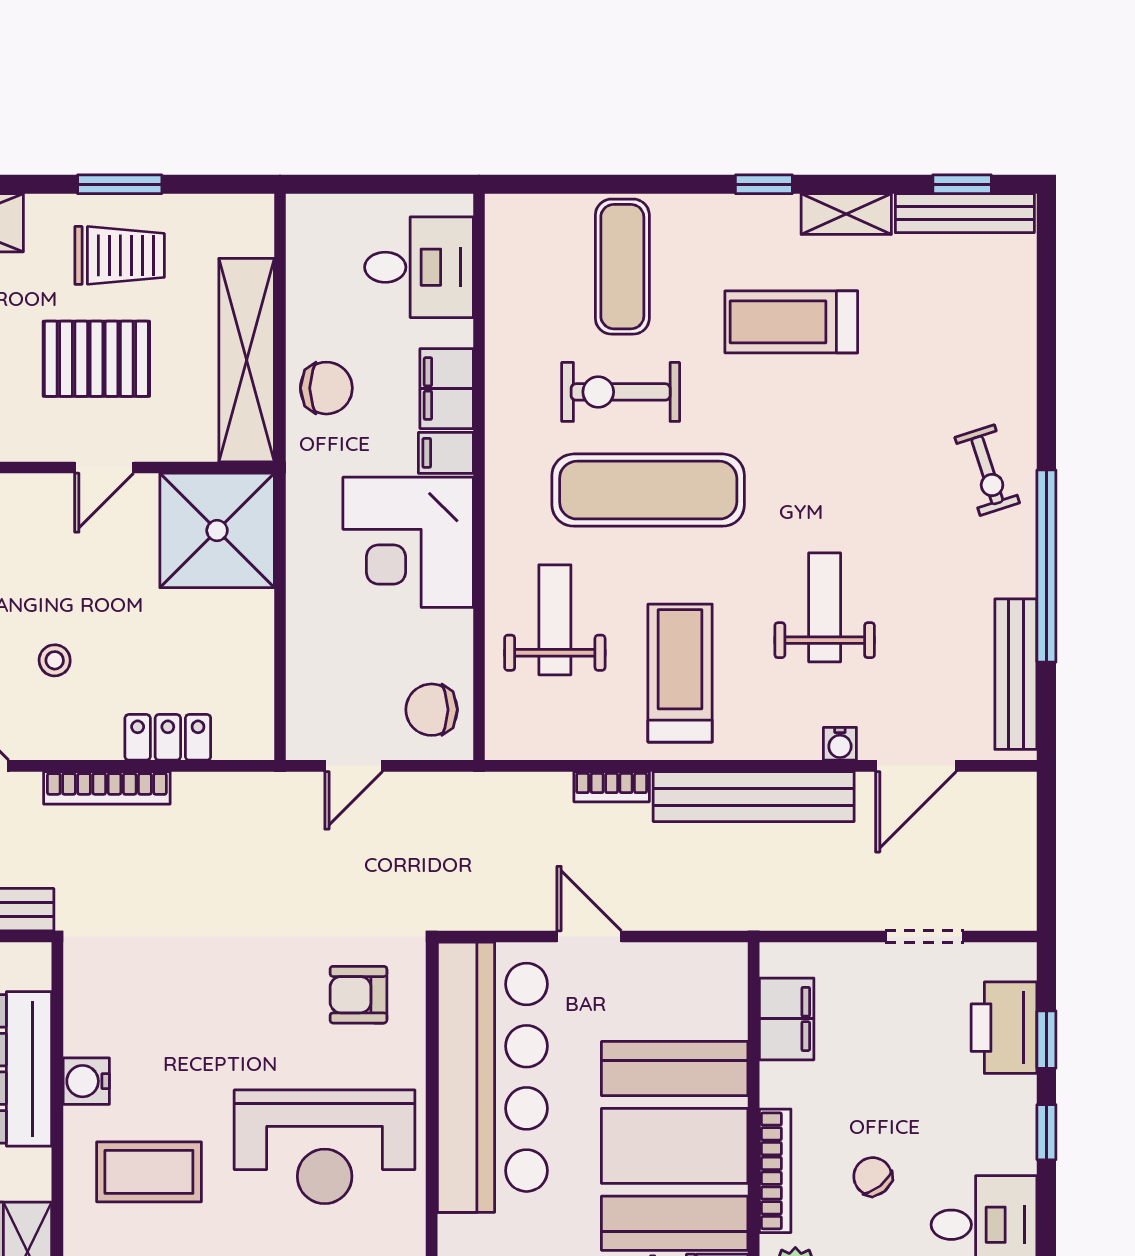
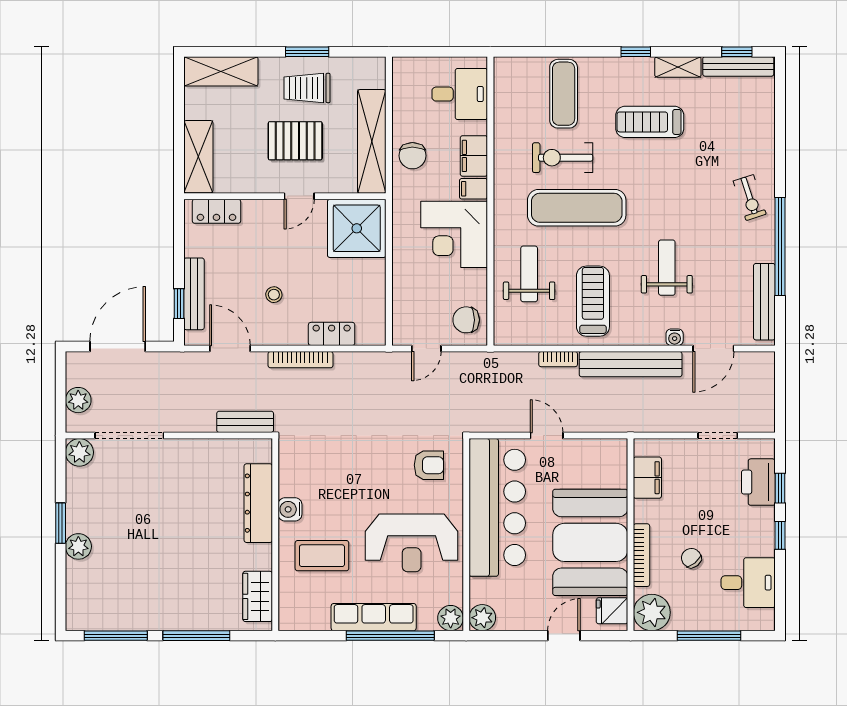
trolley: (120, 255) -> (307, 88), turned 180
chair: (326, 388) -> (412, 156), turned 90
armchair: (358, 995) -> (429, 465), turned 180

